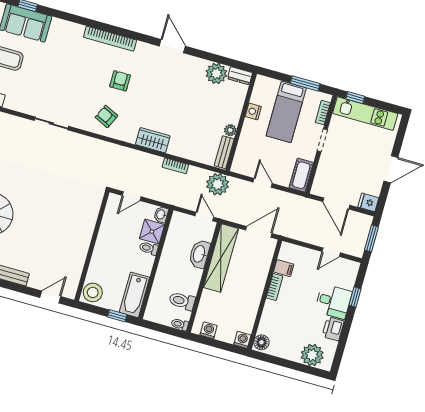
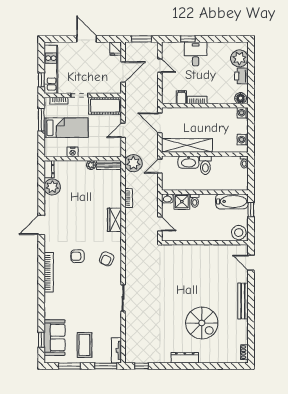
cot: (301, 175) -> (105, 106), width x1.37, depth x1.34
toilet: (182, 301) -> (205, 165), moved
printer: (333, 329) -> (241, 76), moved, turned 90

